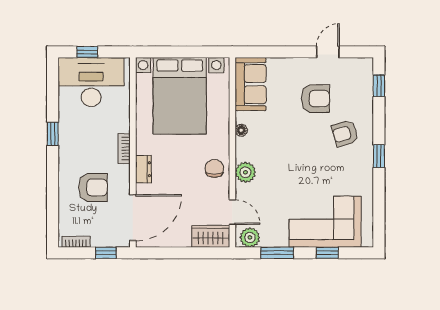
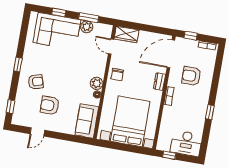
window: (87, 52) -> (169, 155), moved
desk: (91, 82) -> (186, 143), width x0.73, depth x0.77
plant: (245, 172) -> (97, 83), moved
plant: (250, 237) -> (87, 27), moved

